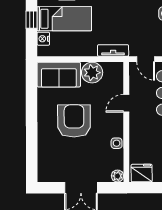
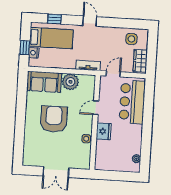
window: (31, 20) -> (25, 48), moved
door: (146, 59) -> (113, 74), swing flipped
fridge: (142, 173) -> (104, 131), moved, turned 90
plant: (118, 176) -> (85, 165), removed

